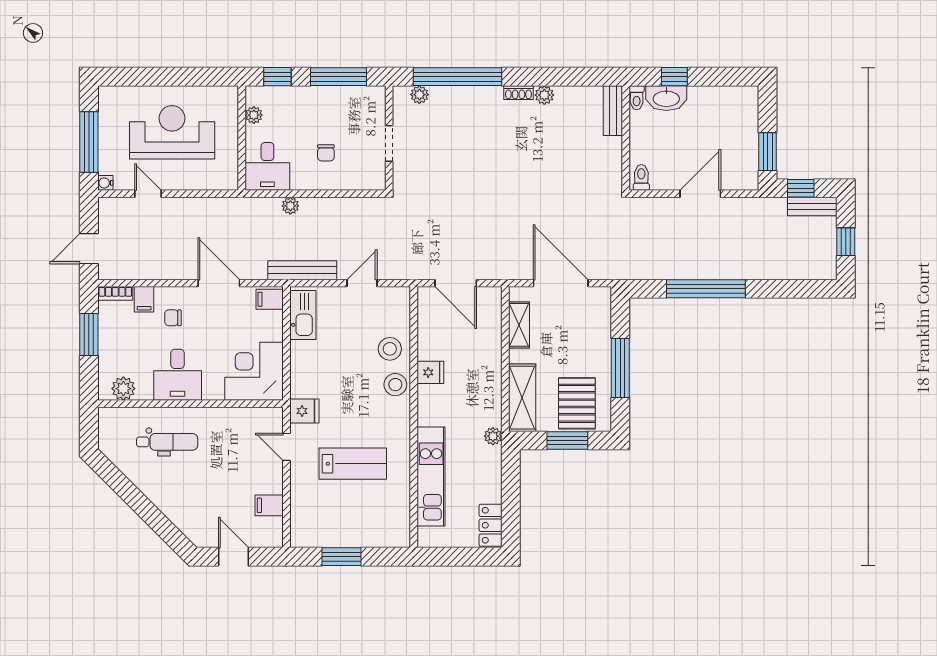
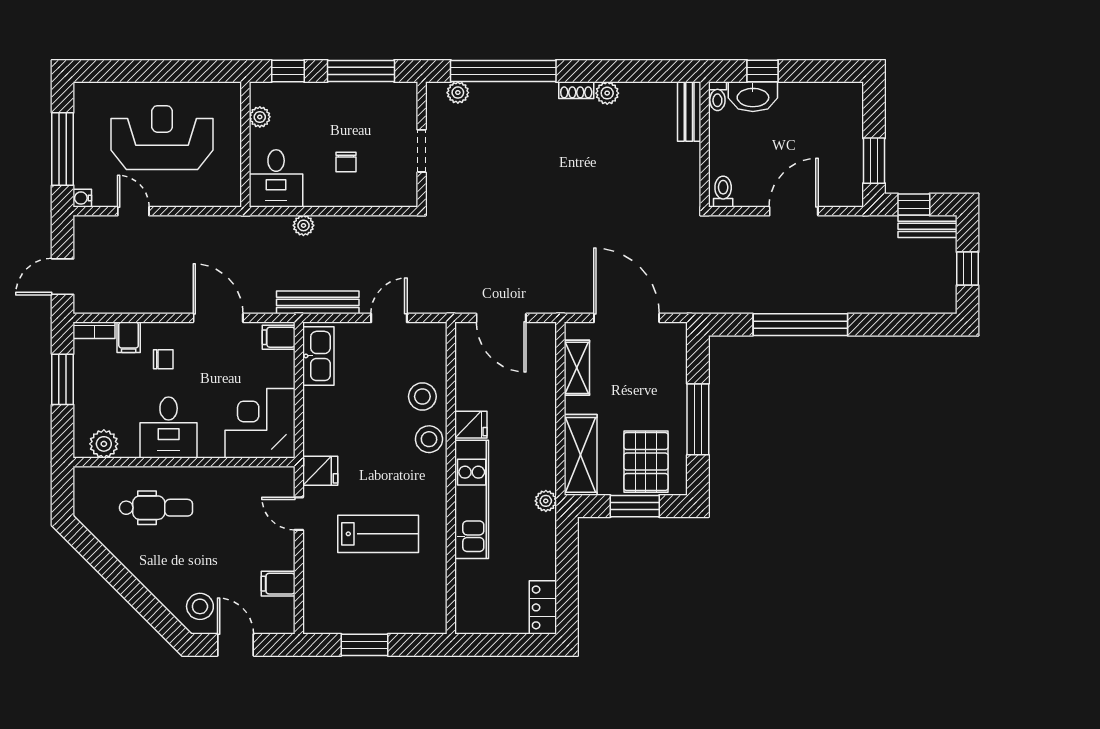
chair: (173, 318) -> (163, 359), turned 180
kitchen unit: (431, 476) -> (472, 499), moved
stool: (204, 524) -> (200, 606), added

